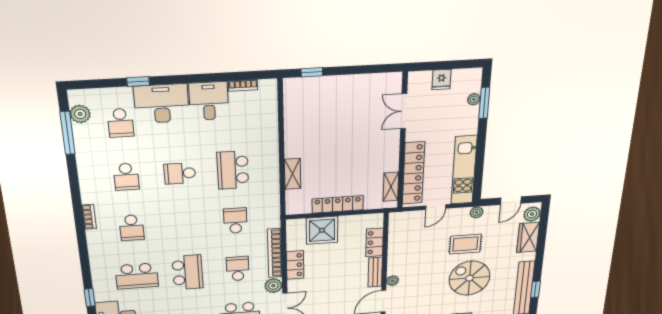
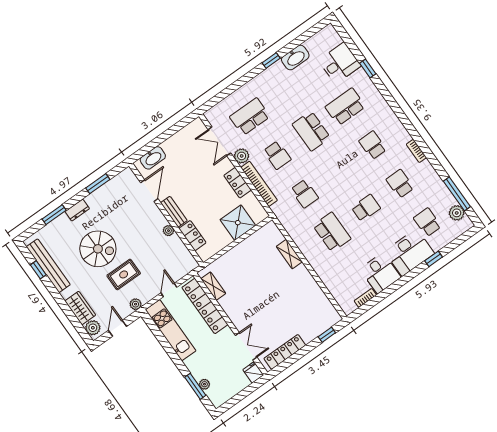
fridge: (441, 80) -> (253, 372), moved
locker: (338, 204) -> (285, 352), moved, turned 180
bookcase: (89, 217) -> (416, 151), moved
plant: (393, 281) -> (168, 231), moved

